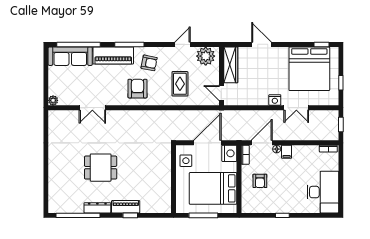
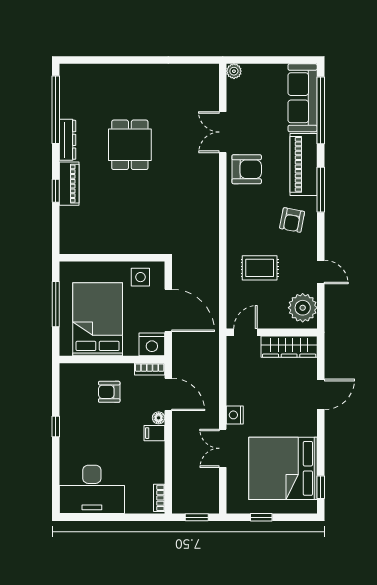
armchair: (138, 89) -> (247, 169), moved

